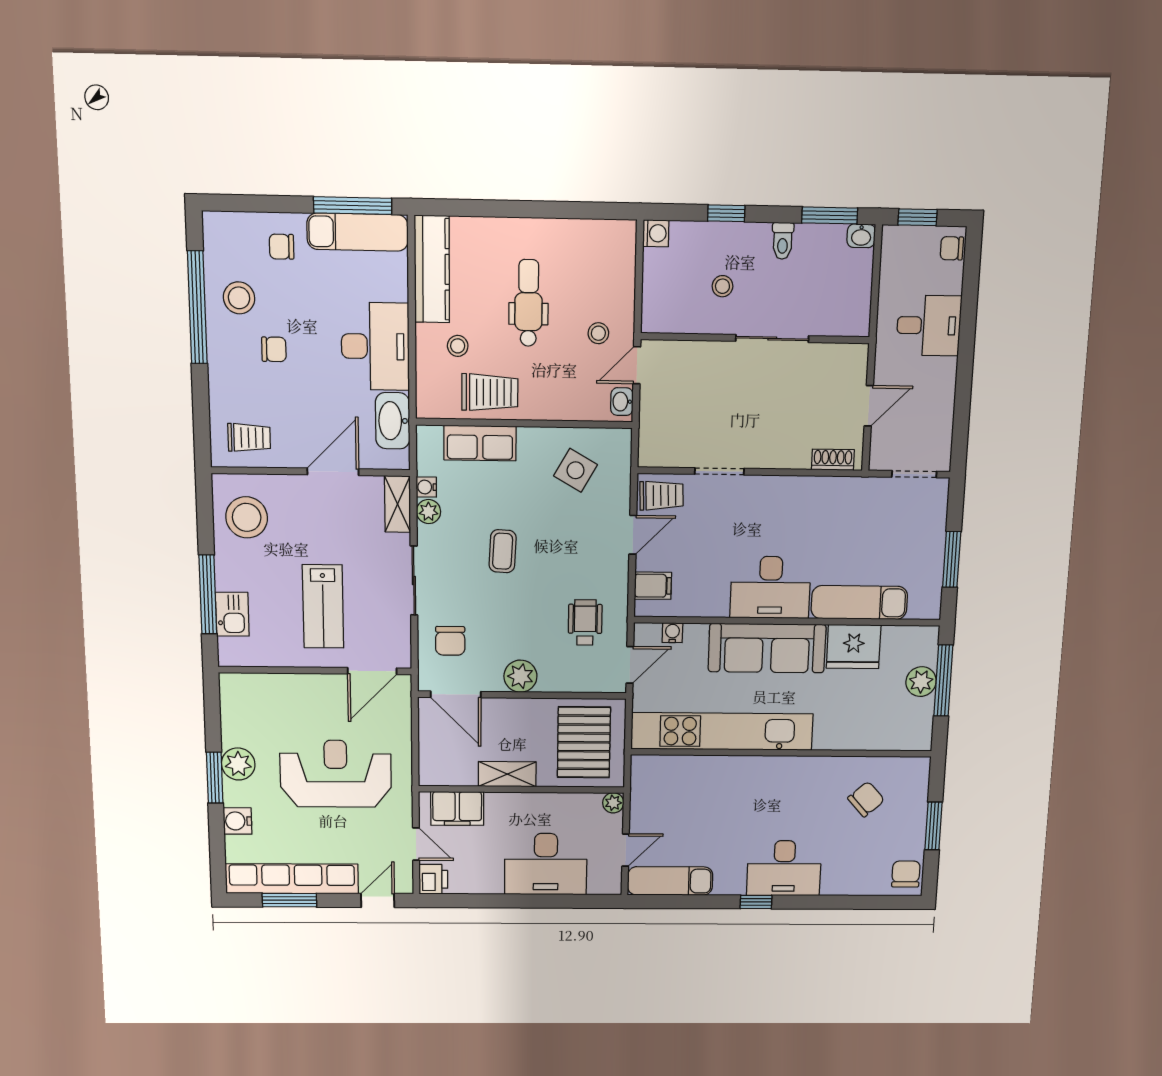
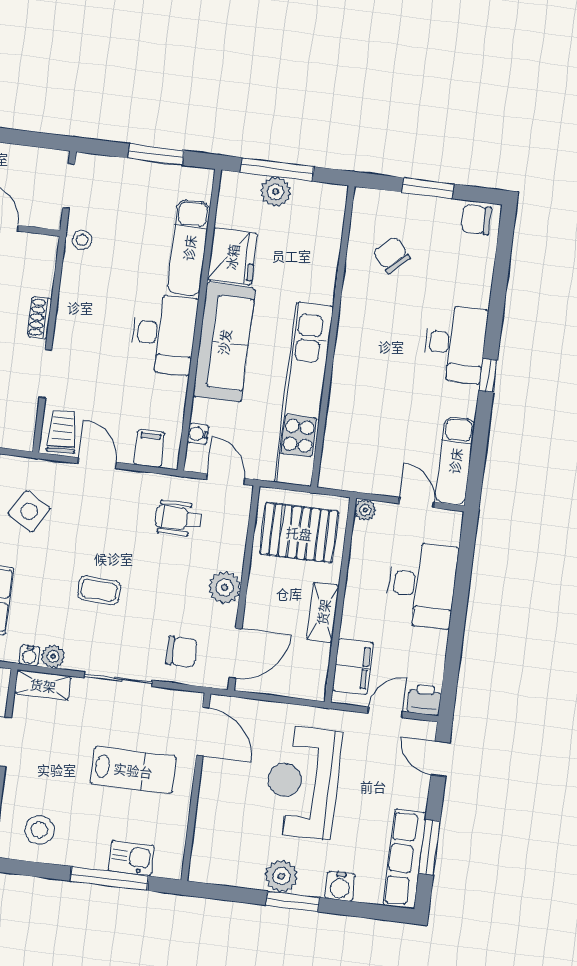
shoe rack: (833, 460) -> (40, 318), moved
stool: (860, 494) -> (82, 240), added
stool: (247, 517) -> (39, 830), width x0.73, depth x0.73
row of seats: (292, 879) -> (405, 859), width x0.73

